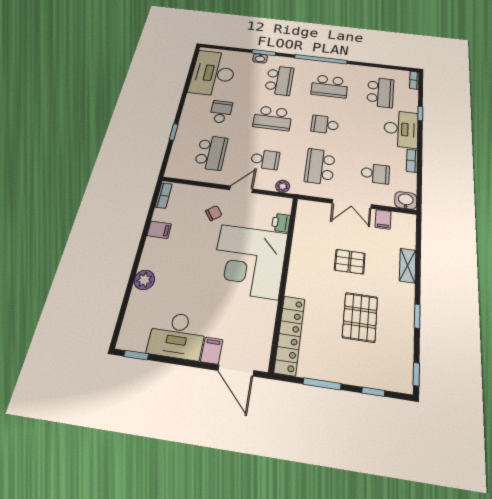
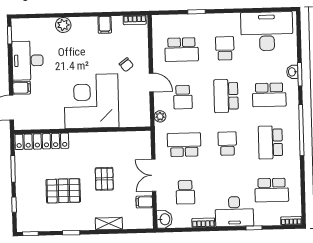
school desk: (221, 112) -> (225, 48), turned -90
printer: (281, 223) -> (127, 120), removed

